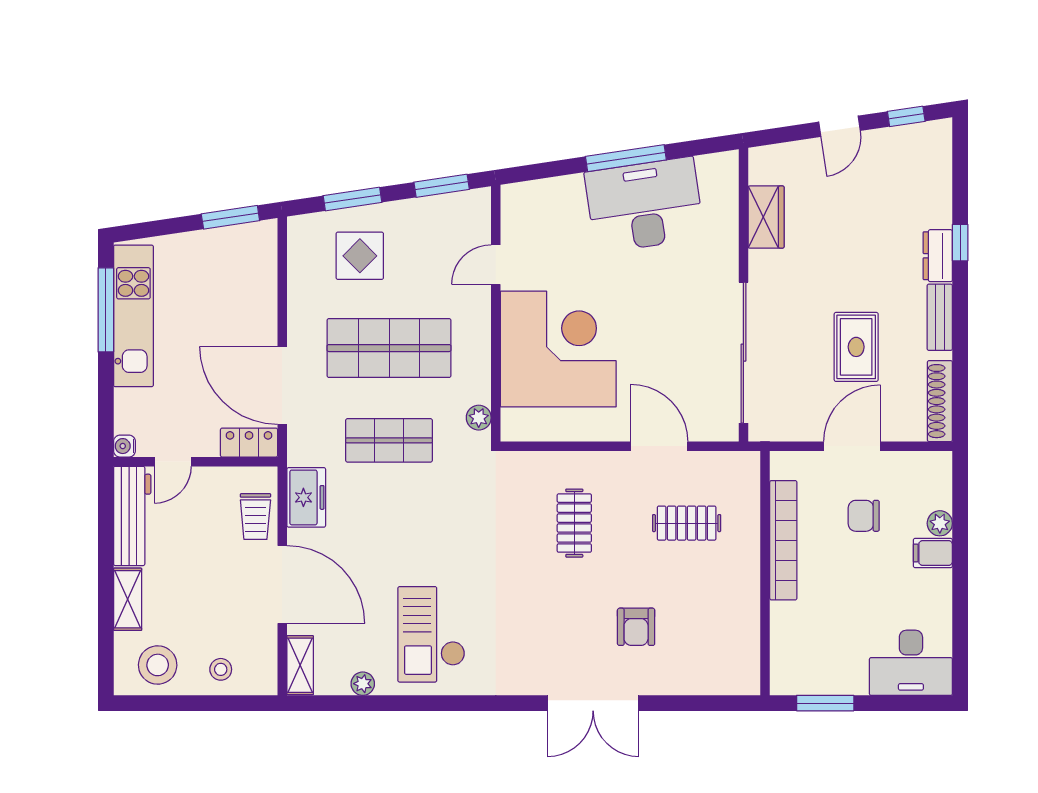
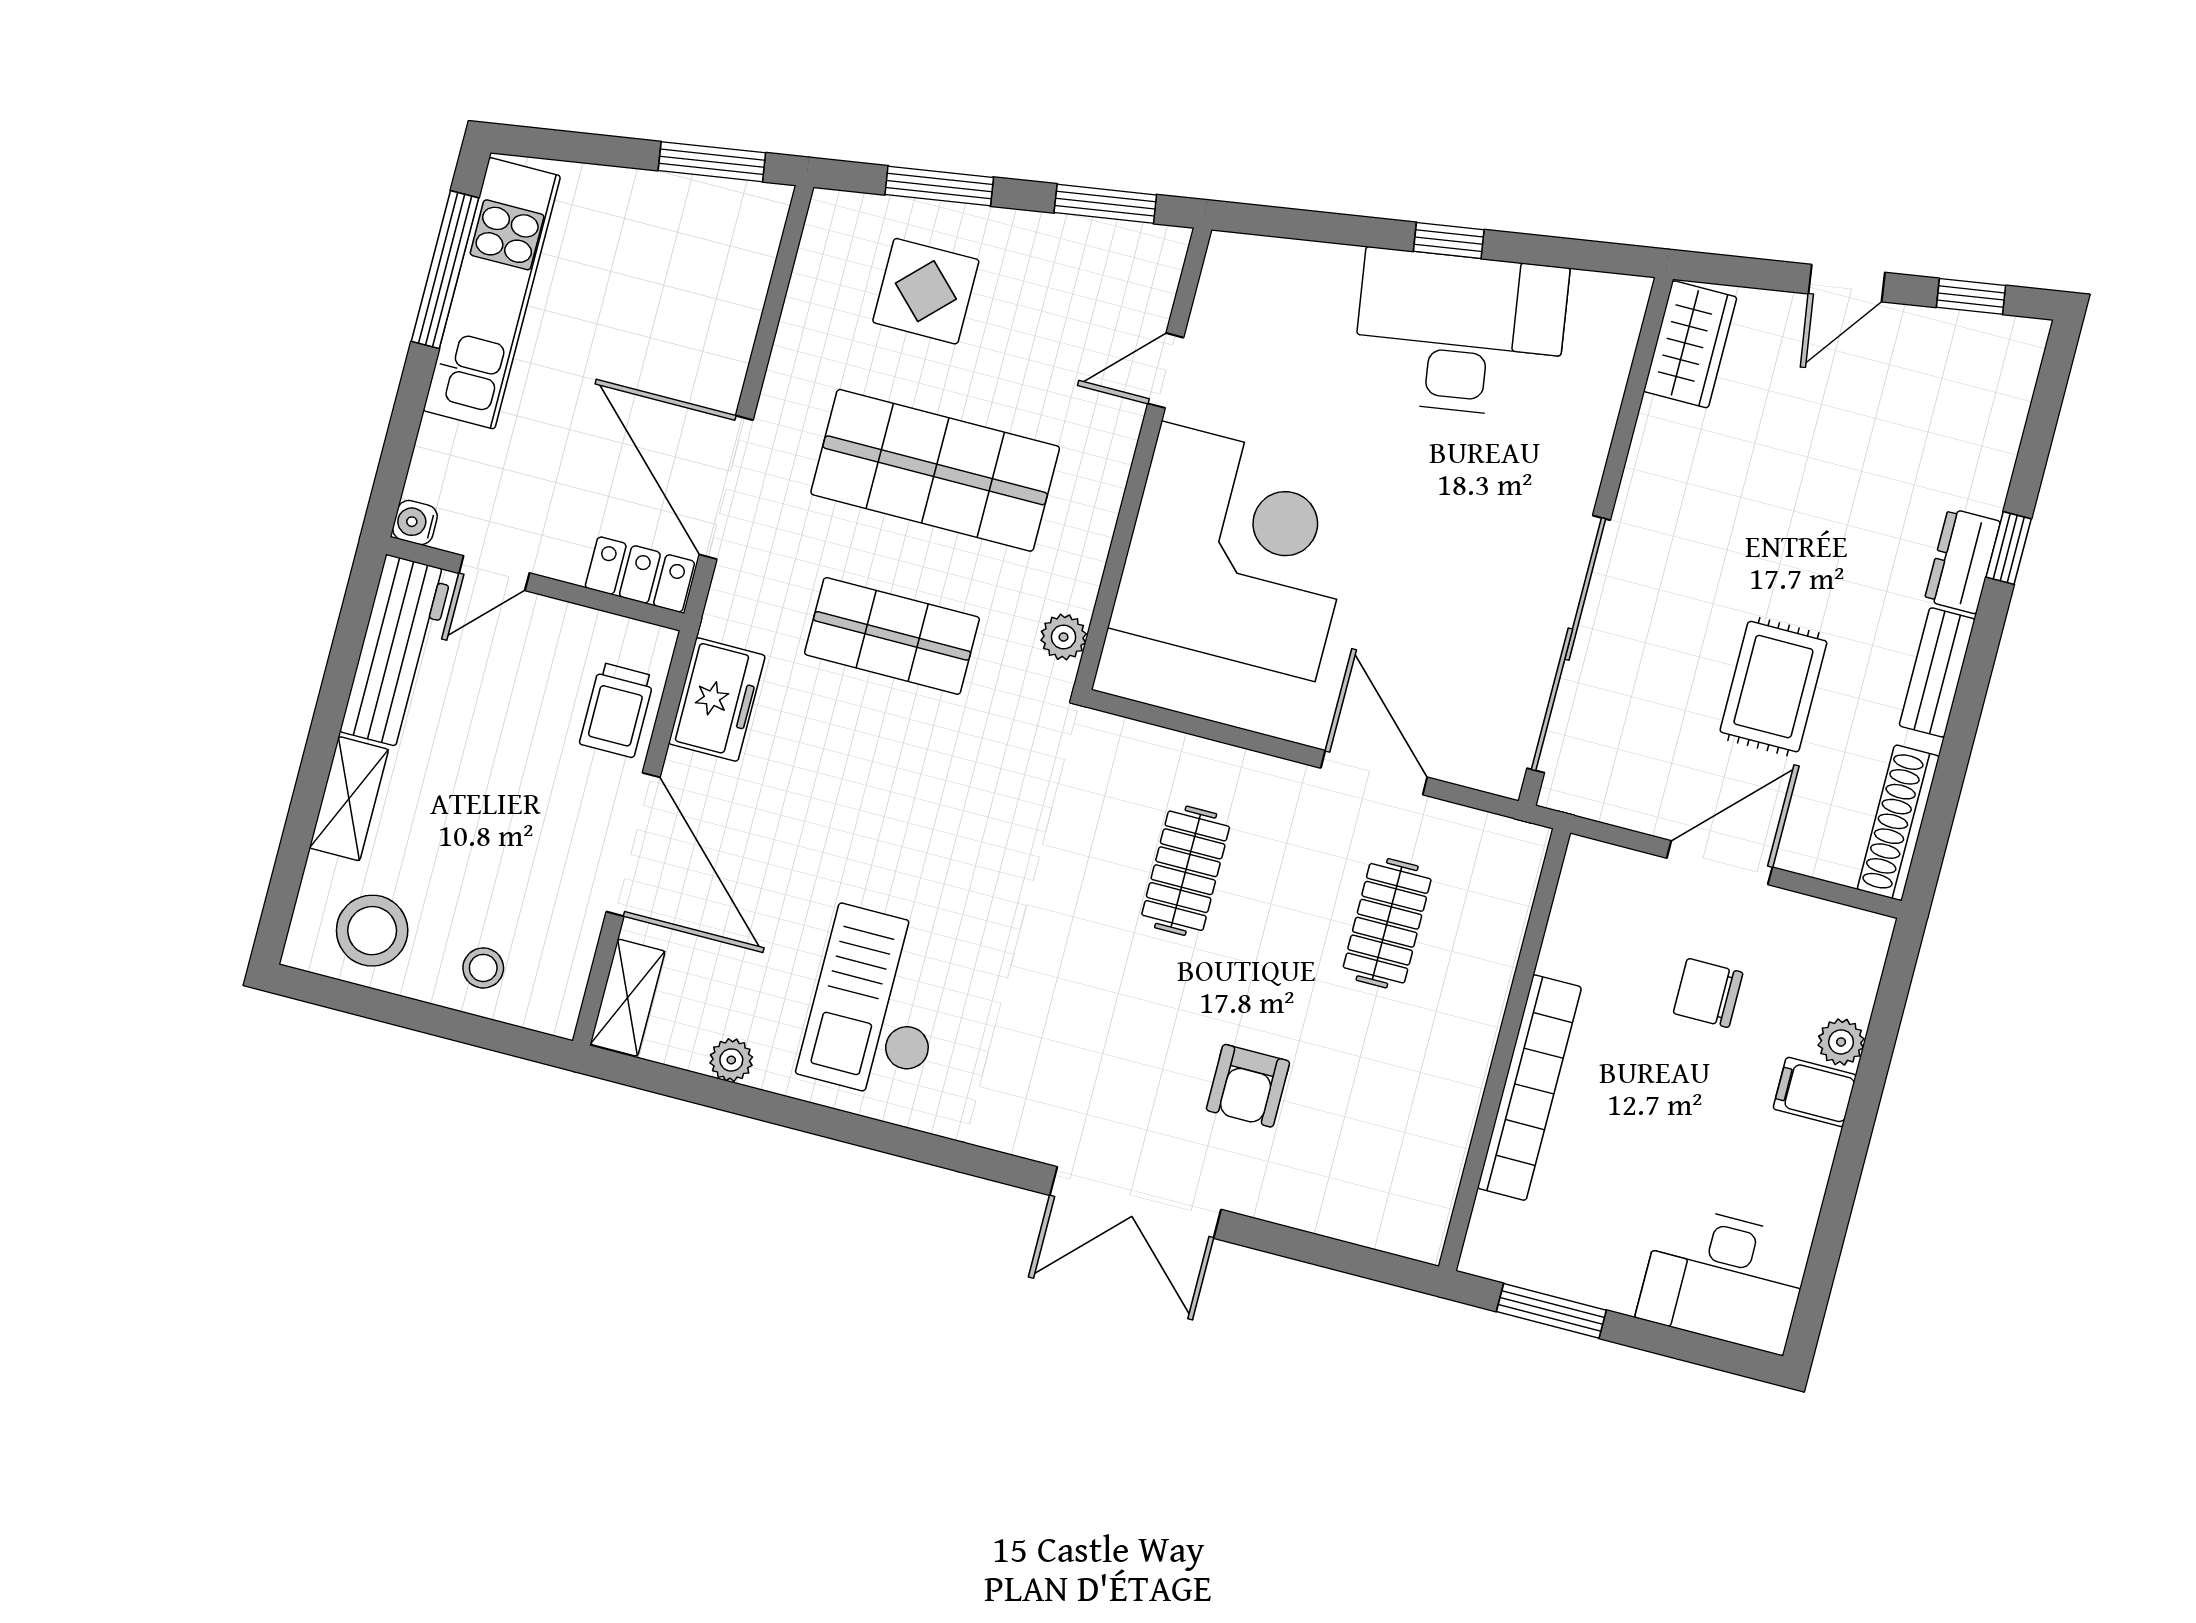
window: (626, 158) -> (1449, 241), width x0.46
wardrobe: (766, 217) -> (1690, 344), moved
clothes rail: (687, 523) -> (1387, 923), turned 90
bookcase: (783, 540) -> (1529, 1088), moved

